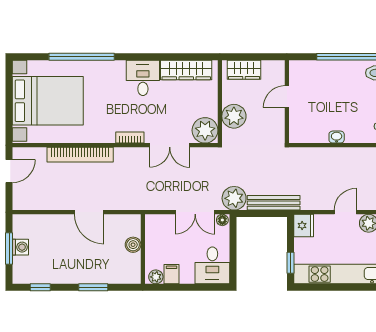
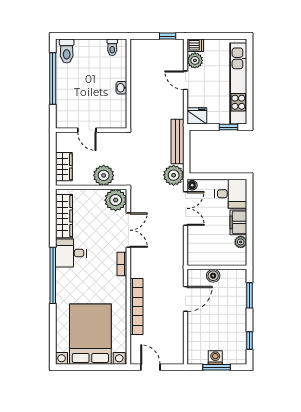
window: (82, 57) -> (53, 275), moved
boiler: (133, 245) -> (213, 276), moved
wall: (143, 249) -> (217, 267), moved
filing cabinet: (171, 274) -> (238, 222), width x2.00

